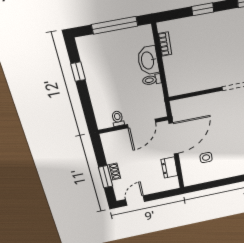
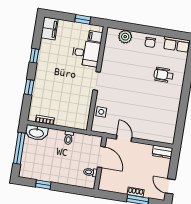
washbasin: (148, 60) -> (36, 133), moved
door: (174, 139) -> (124, 138), width x0.53
side table: (206, 158) -> (101, 112), moved
dresser: (169, 168) -> (162, 152), moved

